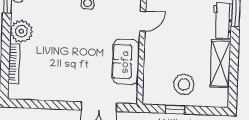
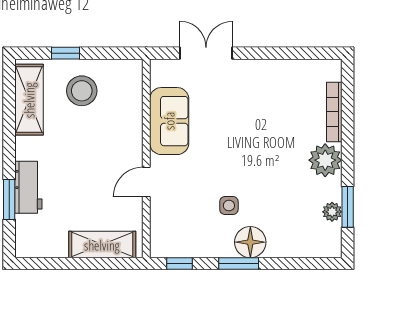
shelving: (220, 63) -> (29, 100), moved
window: (175, 110) -> (65, 53), moved

